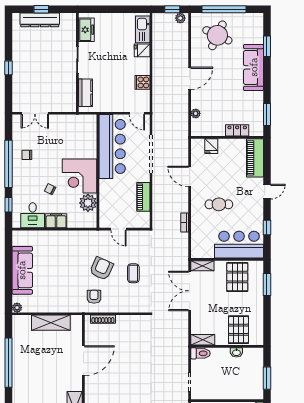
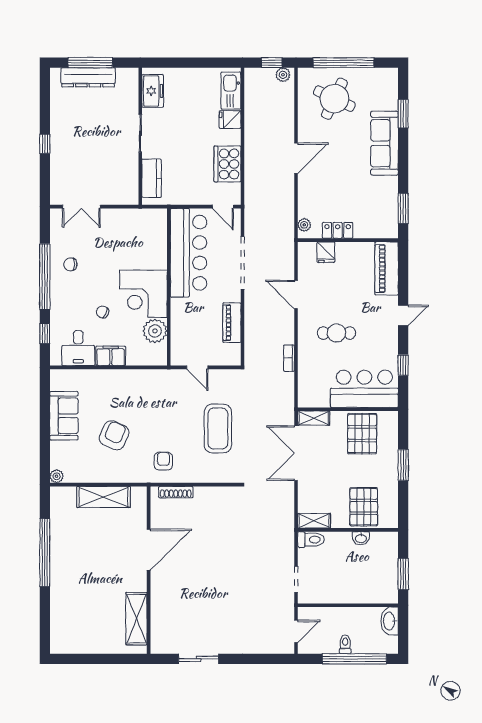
window: (41, 9) -> (90, 63), width x2.17
cooker: (142, 82) -> (227, 164), width x1.87, depth x1.31
plant: (196, 113) -> (304, 225), moved
locker: (237, 130) -> (338, 230), moved
armchair: (101, 269) -> (114, 435), moved
sofa: (22, 270) -> (64, 416), width x0.73
coffee table: (133, 273) -> (218, 429), width x1.86, depth x1.72
window: (267, 285) -> (403, 465), moved

